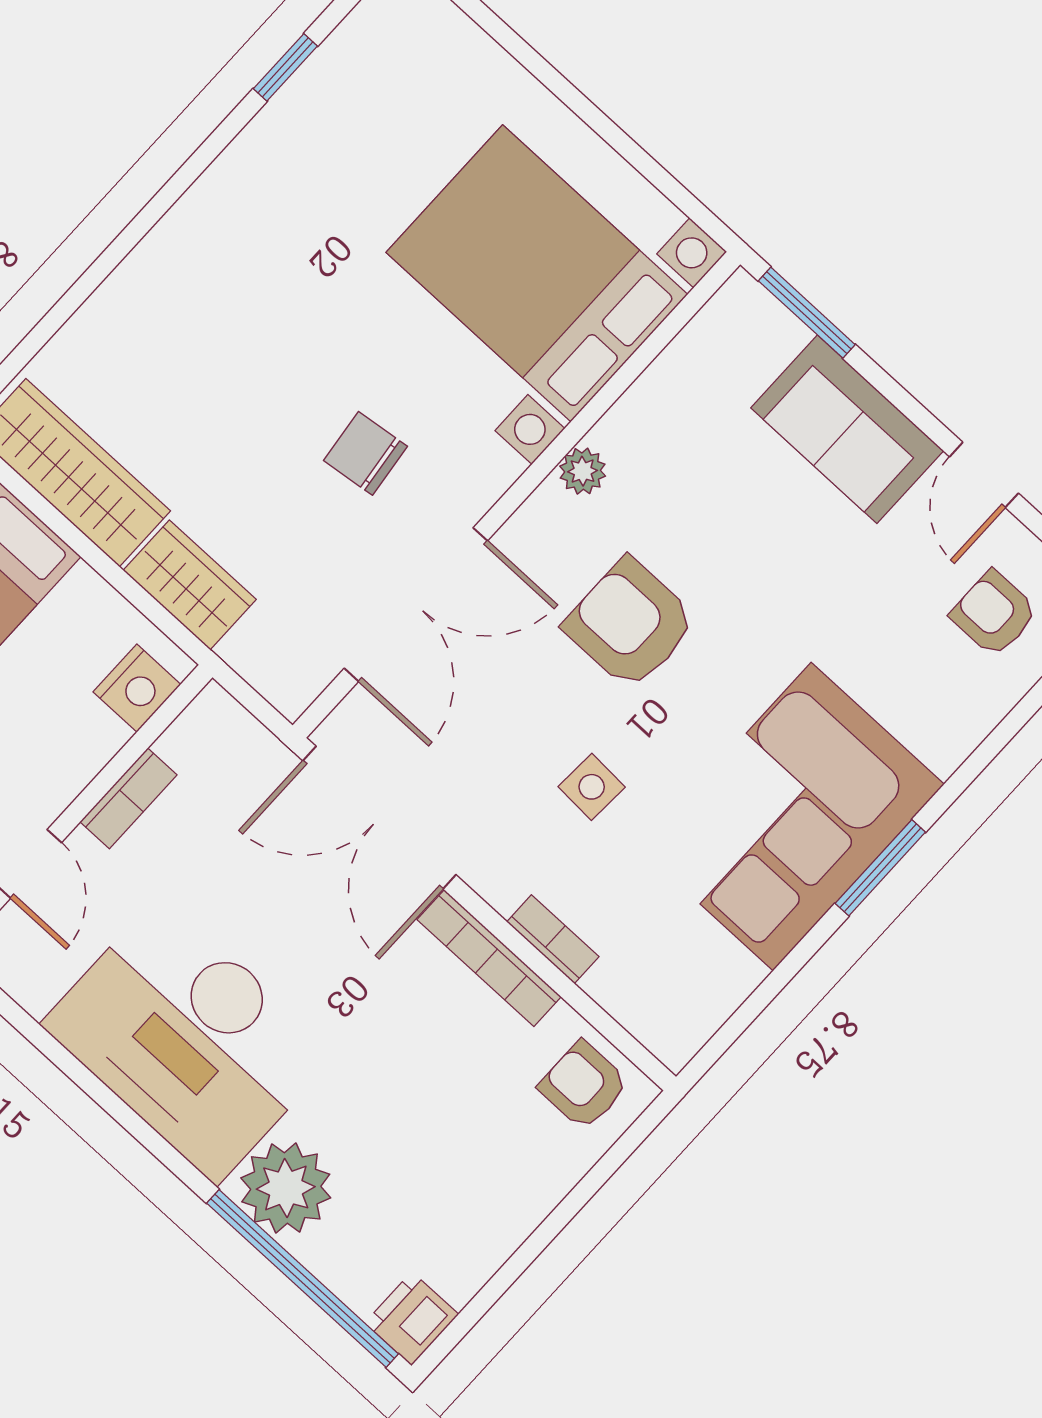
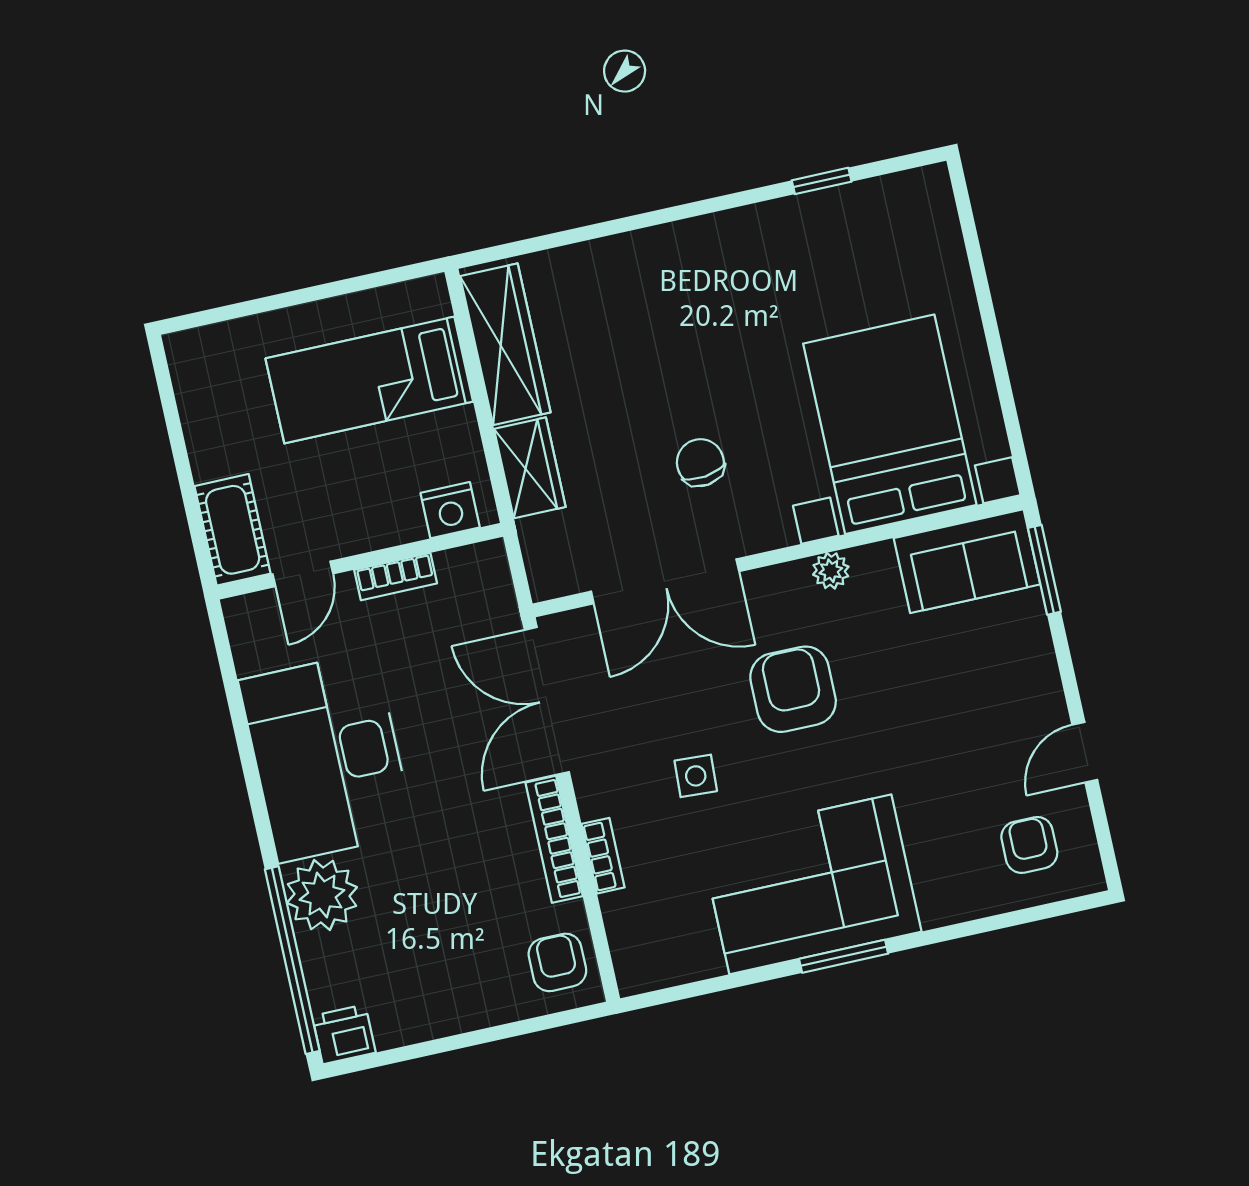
sofa: (847, 429) -> (967, 561), moved, turned -90

